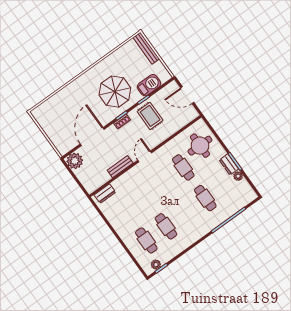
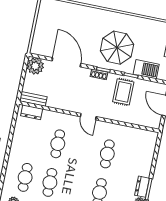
door: (92, 137) -> (66, 62), hinge flipped
round table: (200, 146) -> (136, 151), removed
door: (145, 157) -> (88, 117), swing flipped
bench: (120, 167) -> (33, 99), moved
cafe table: (144, 196) -> (58, 144), added

